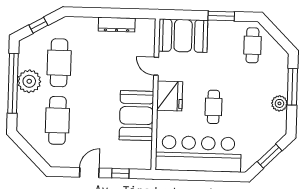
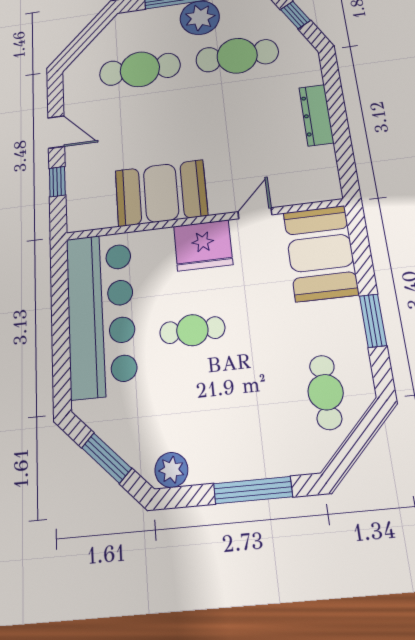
dresser: (117, 25) -> (316, 115), moved
cafe table: (252, 45) -> (326, 392), turned 90
plant: (279, 103) -> (171, 470), moved

